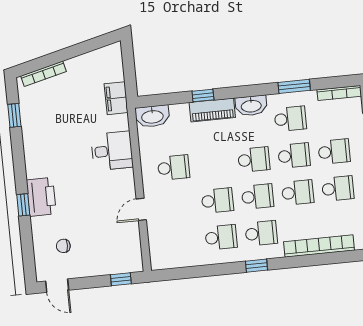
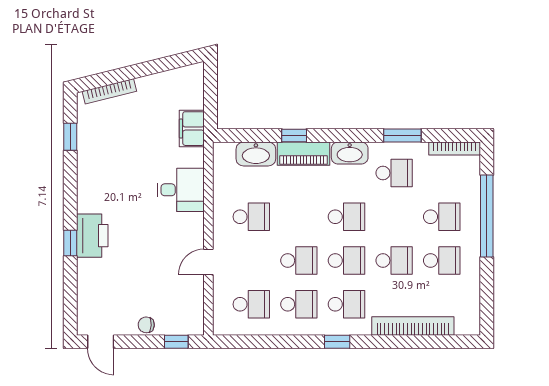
washbasin: (152, 116) -> (256, 154), moved
school desk: (294, 156) -> (251, 304), moved
chair: (63, 246) -> (146, 325), moved

